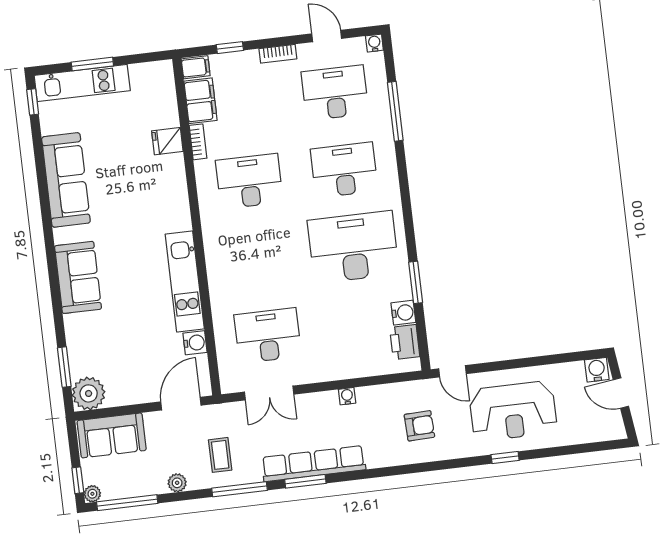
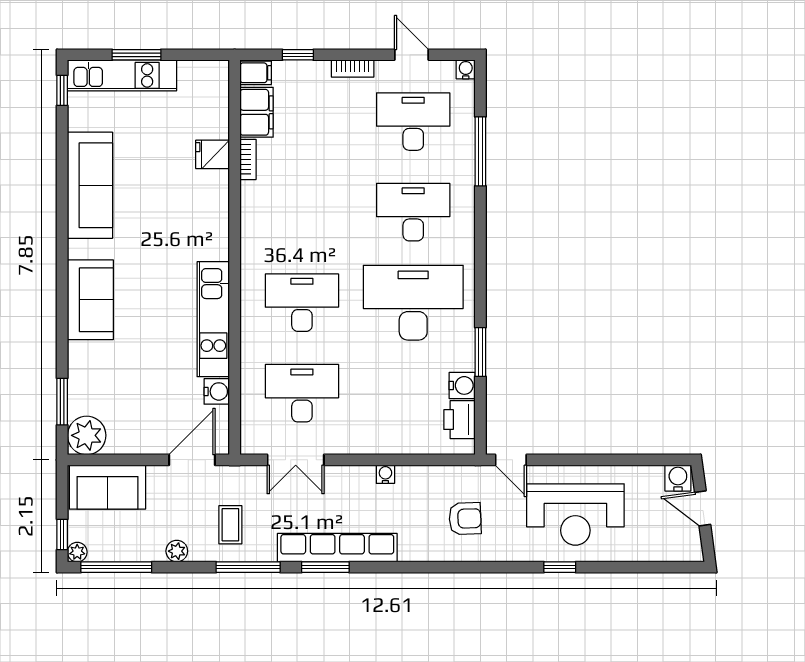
desk: (249, 181) -> (302, 303), moved

